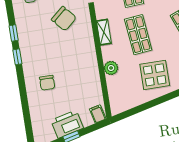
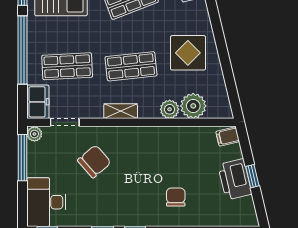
chair: (47, 83) -> (176, 197), turned -90
plant: (116, 85) -> (193, 106), added

